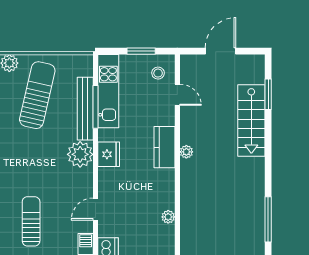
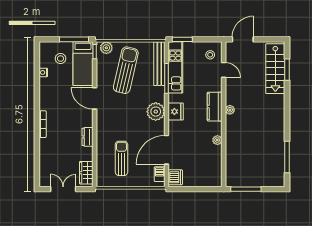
window: (141, 51) -> (182, 39), moved
door: (220, 51) -> (243, 39), moved
bench: (85, 109) -> (159, 64), moved
stairs: (251, 120) -> (275, 69), moved
door: (96, 209) -> (167, 150), width x1.87
plant: (168, 217) -> (217, 140), moved

